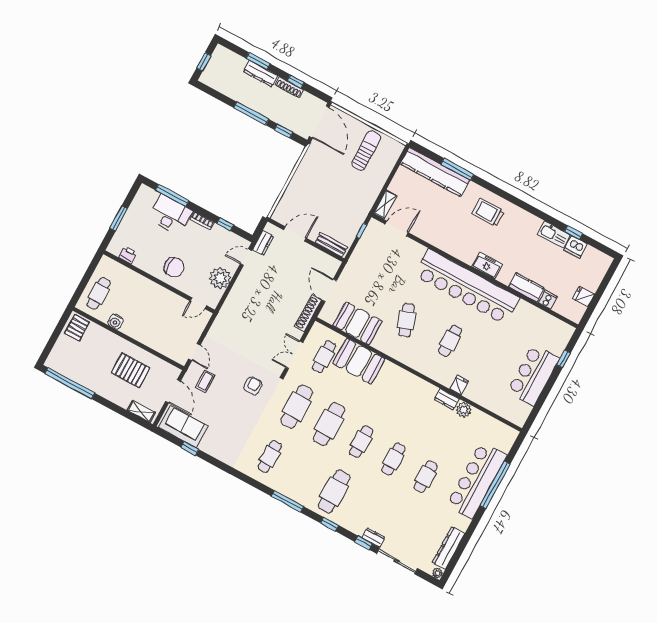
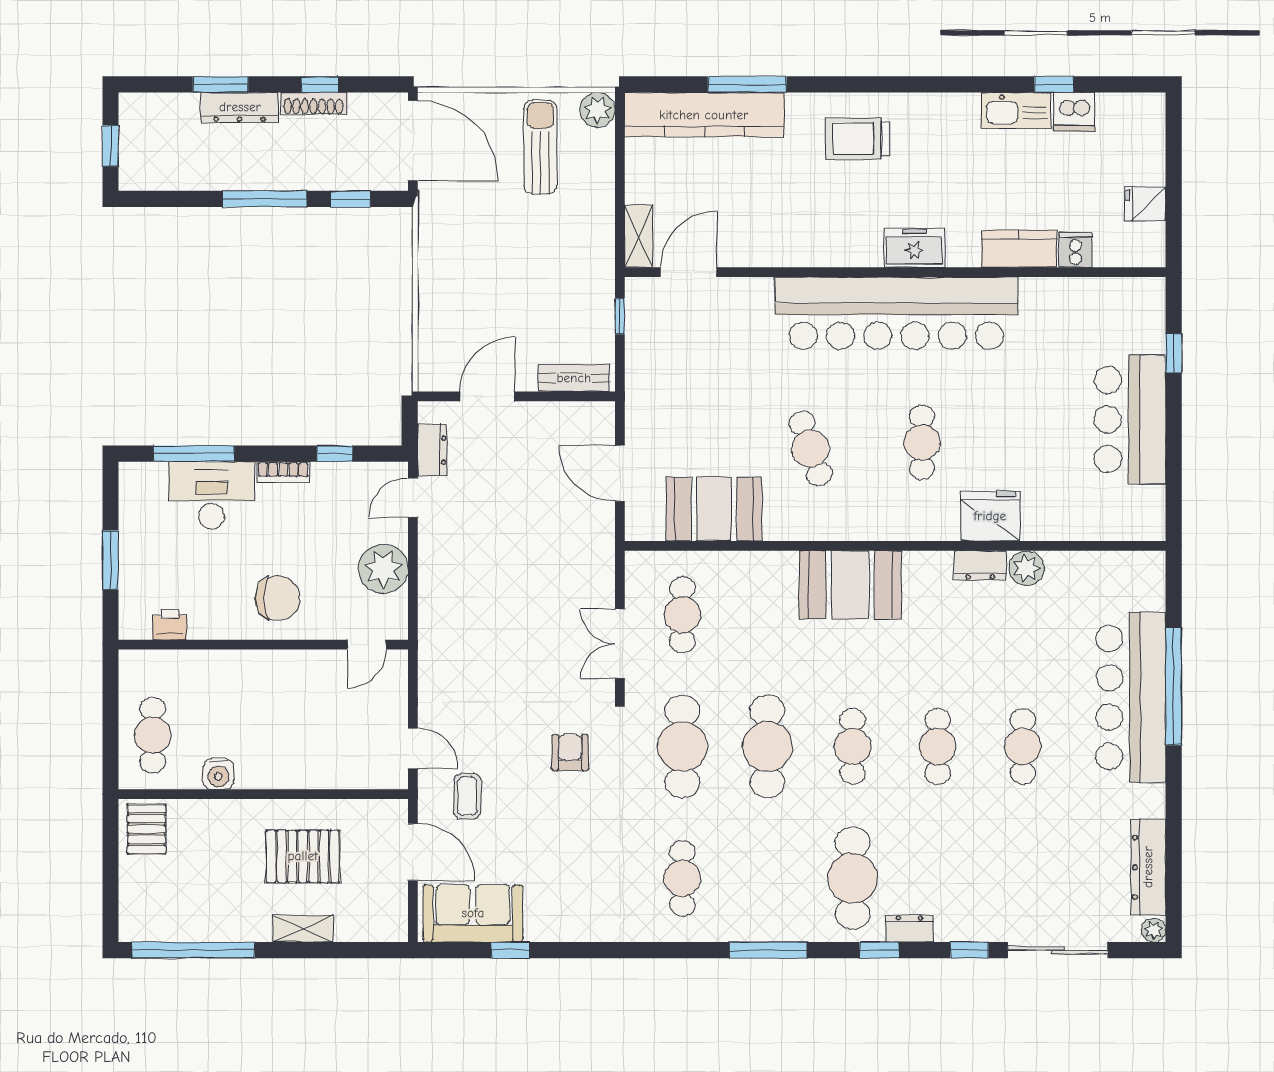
plant: (395, 148) -> (597, 110), added
shoe rack: (308, 313) -> (602, 544), removed
booth: (359, 361) -> (850, 585), moved
fridge: (459, 385) -> (990, 516), width x1.88, depth x1.34
shelving: (141, 412) -> (303, 929), moved
dresser: (373, 537) -> (909, 929), moved

